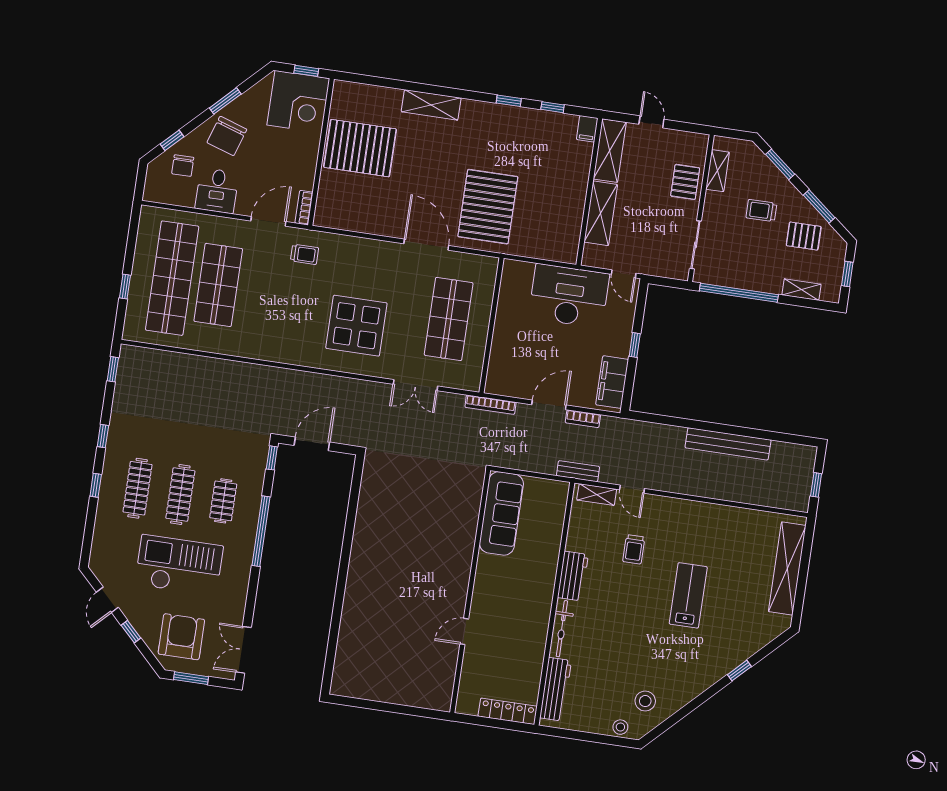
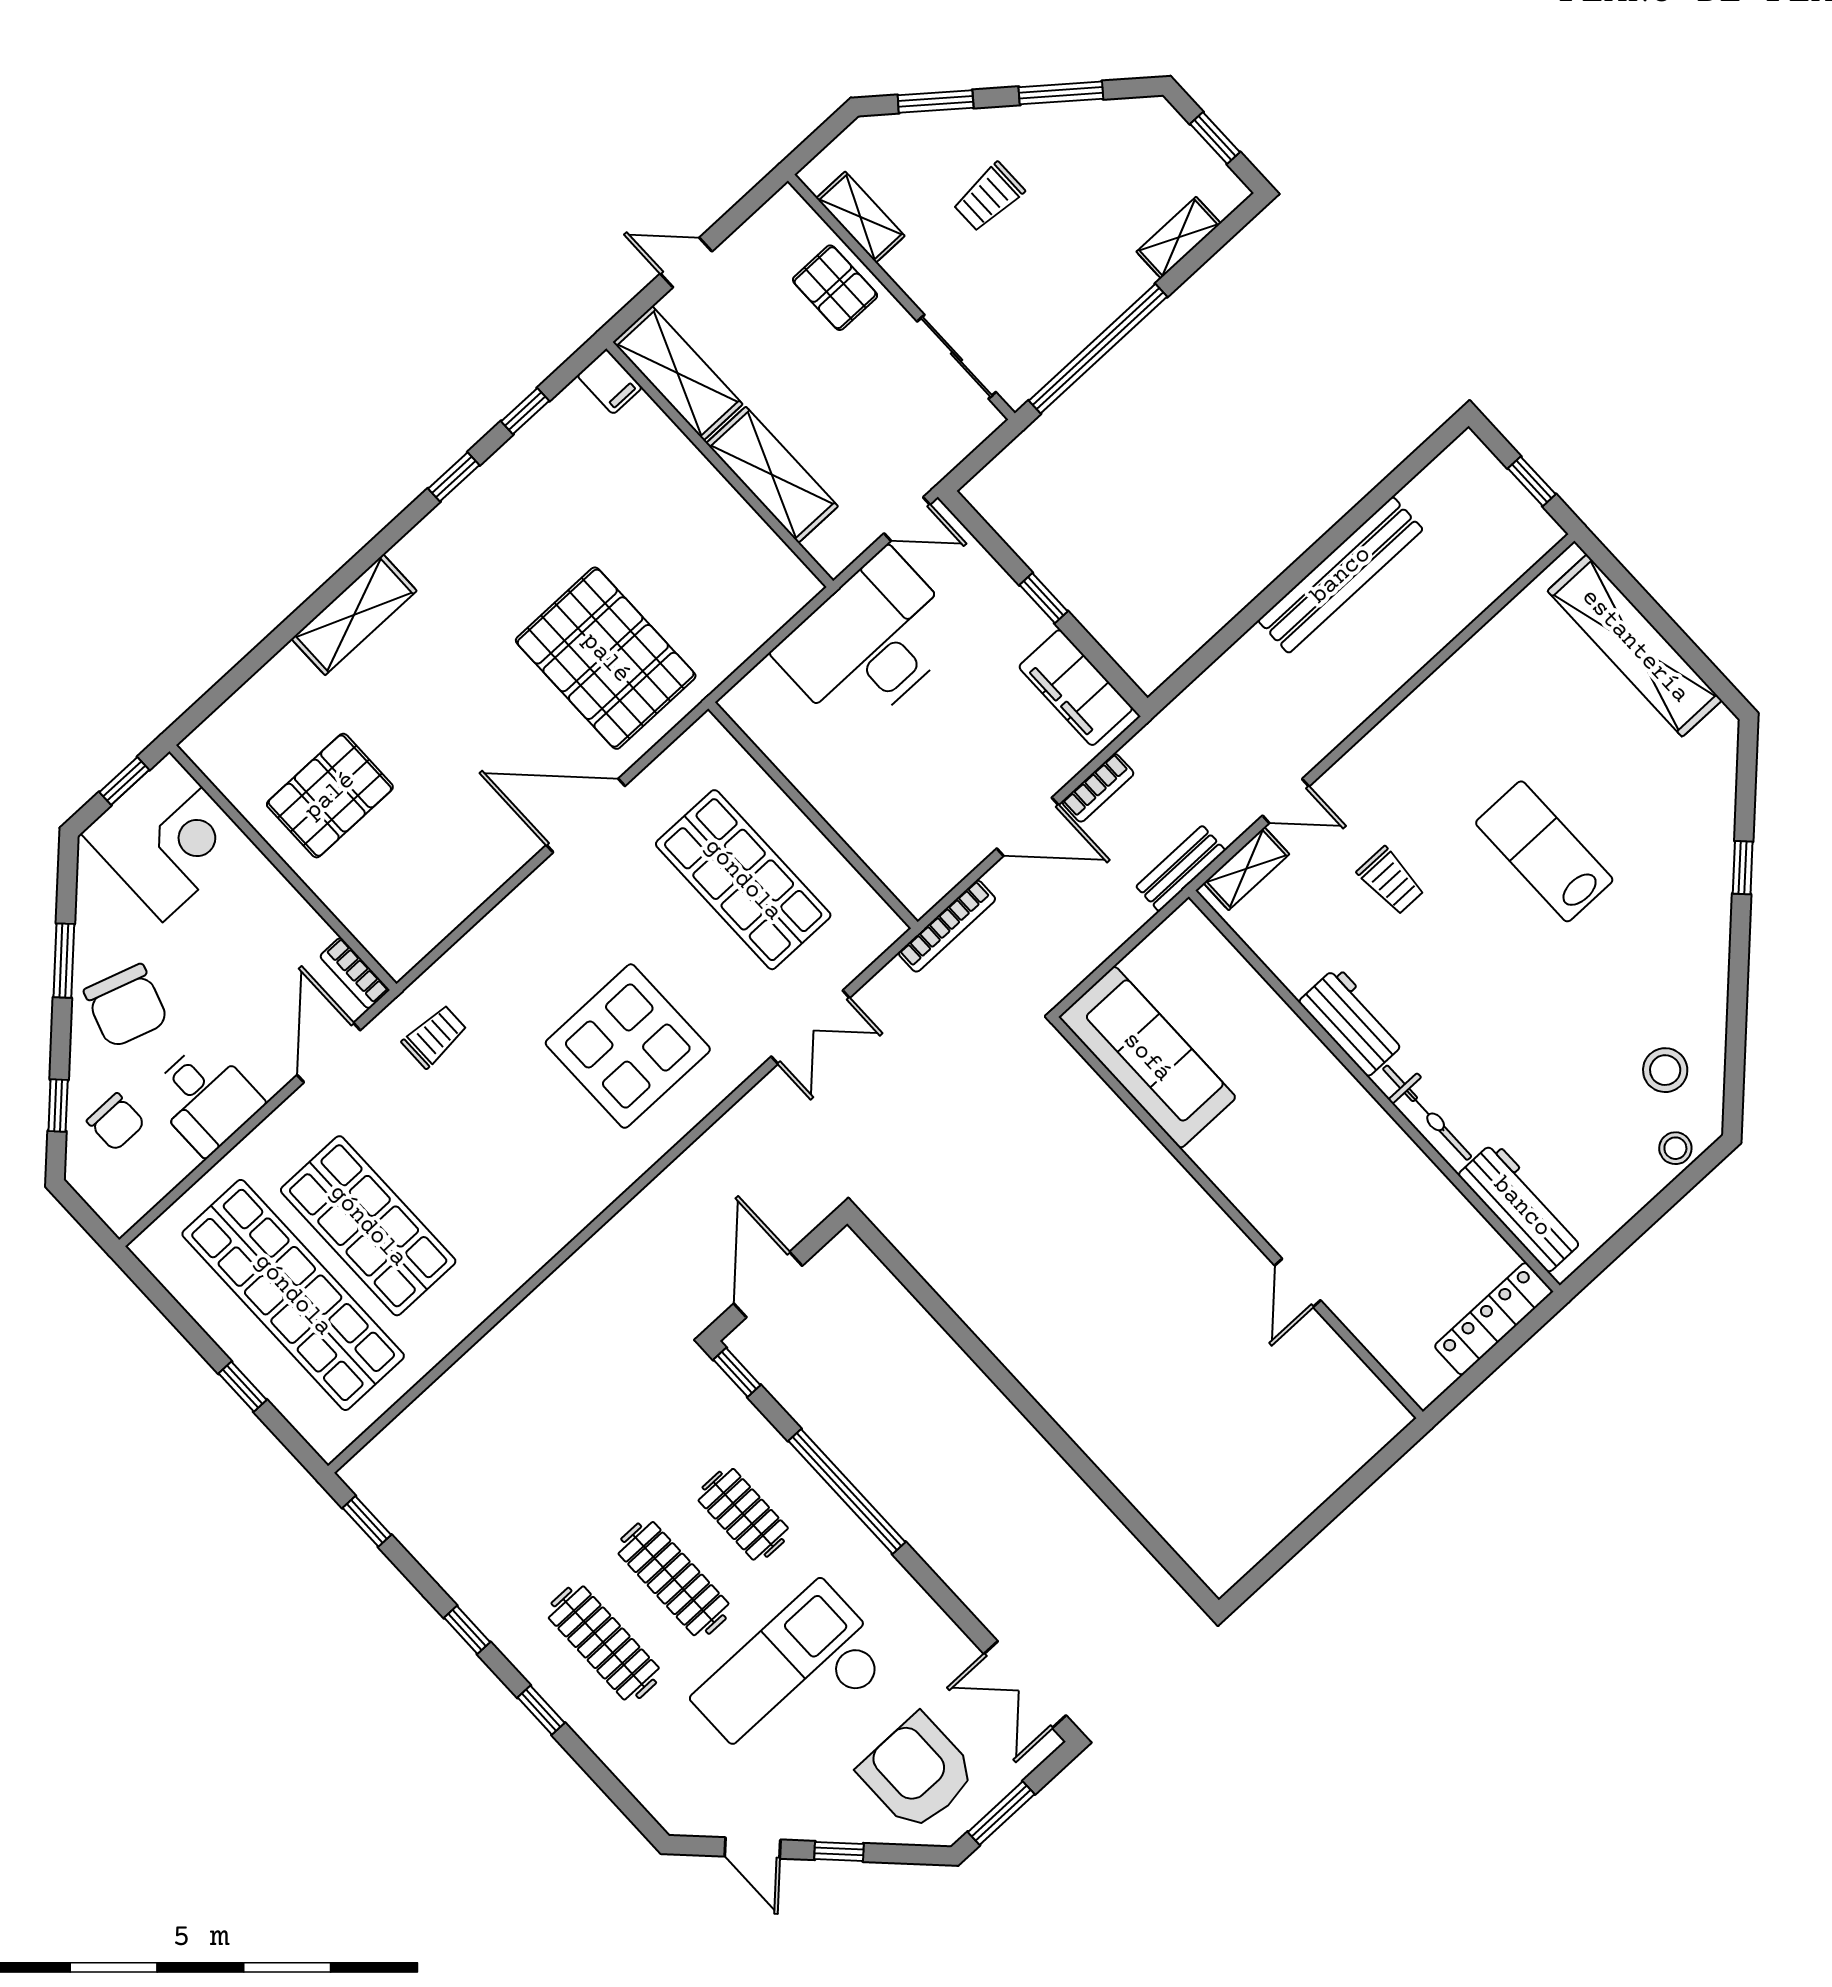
pallet: (360, 148) -> (330, 796), width x0.73, depth x0.71
pallet: (804, 236) -> (1090, 160), removed
door: (549, 405) -> (1028, 827), swing flipped

